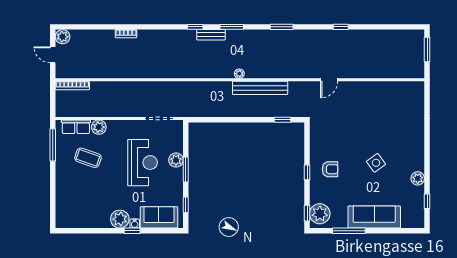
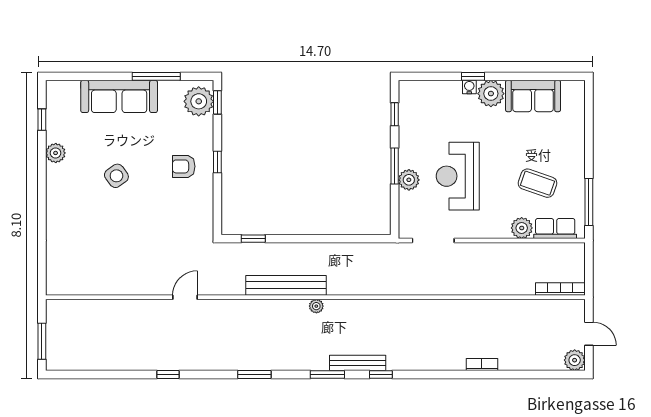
bench: (211, 35) -> (358, 363), width x1.36
sofa: (159, 217) -> (533, 96), moved

